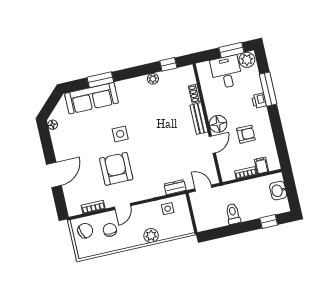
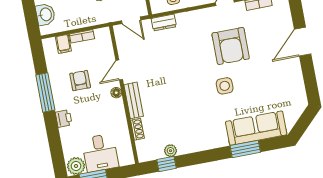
plant: (153, 79) -> (171, 151), moved
window: (268, 89) -> (45, 92), moved
floor lamp: (218, 124) -> (116, 93), width x0.53, depth x0.53
floor lamp: (53, 125) -> (302, 99), removed
armchair: (246, 134) -> (80, 81), turned 90

